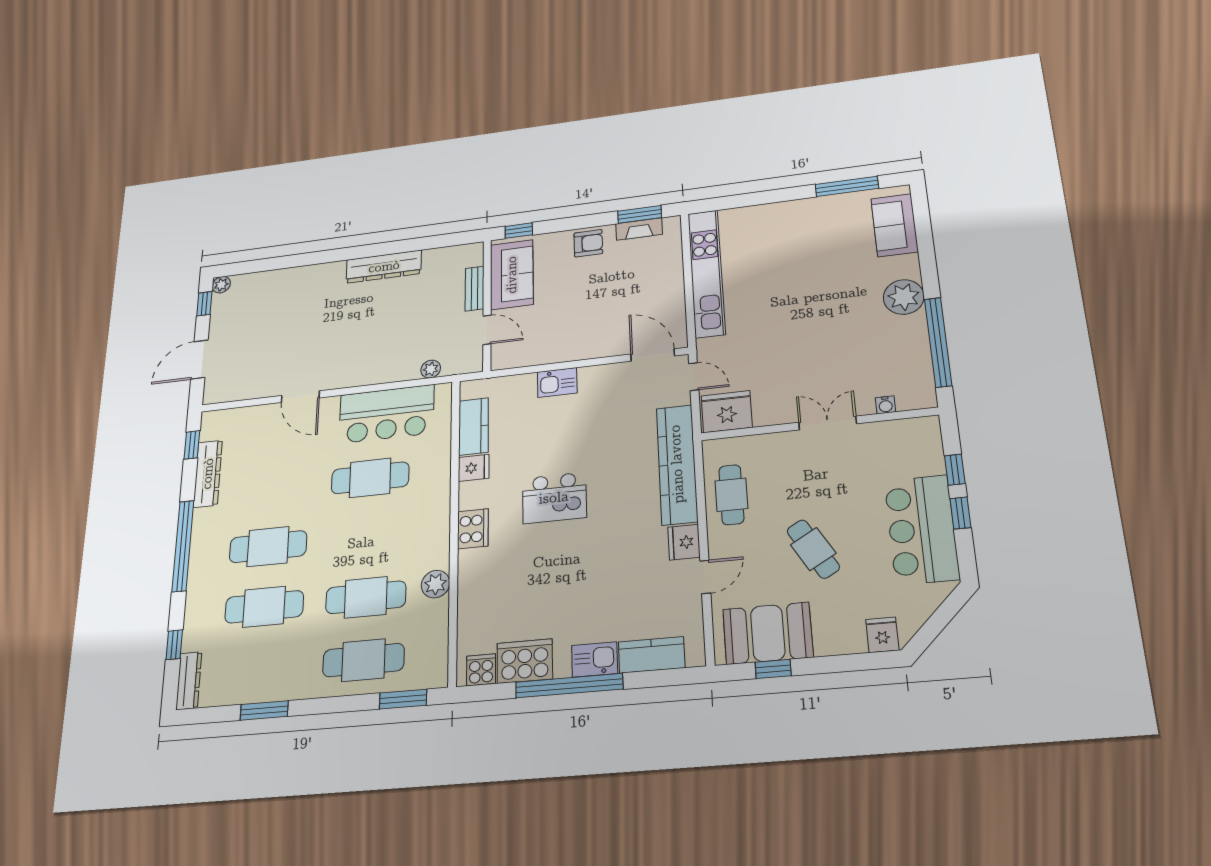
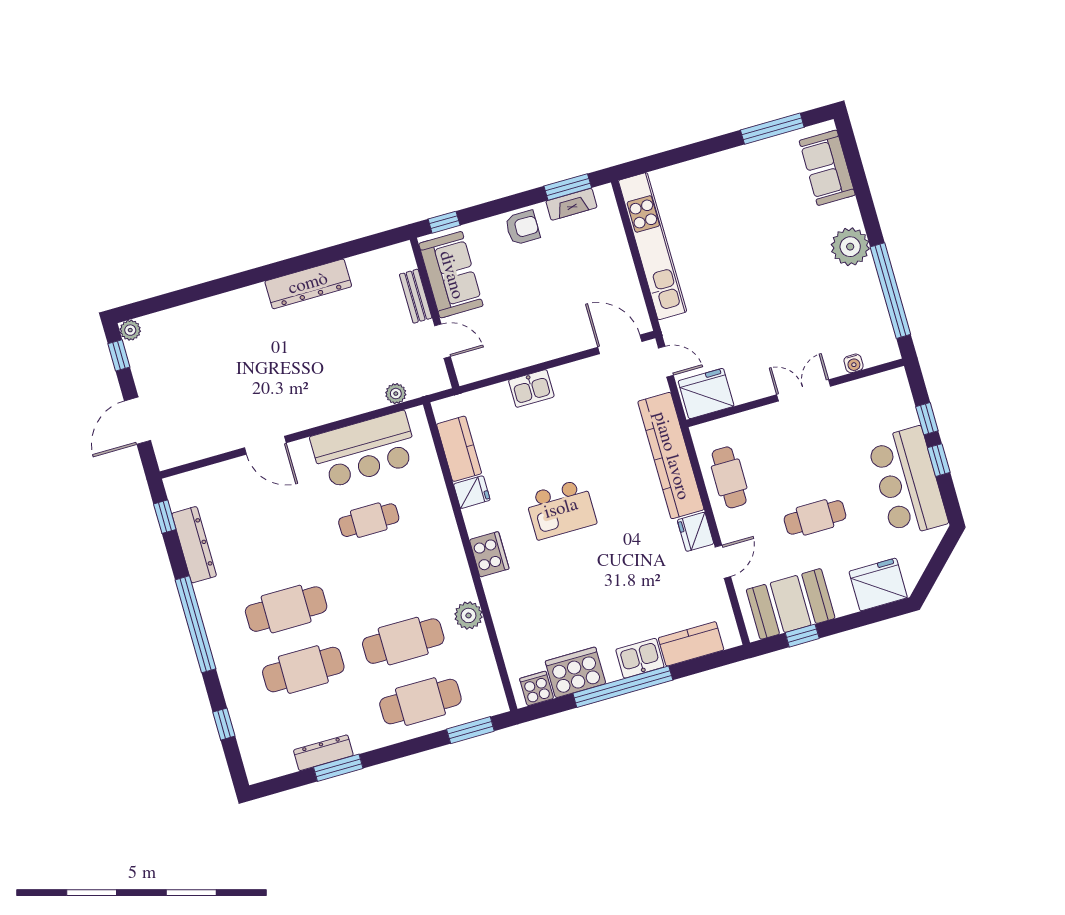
cafe table: (370, 478) -> (369, 520), width x0.73, depth x0.74
cafe table: (813, 549) -> (815, 517), turned -60
fridge: (882, 635) -> (878, 584), width x1.88, depth x1.34
dresser: (189, 681) -> (323, 753), moved, turned -90

